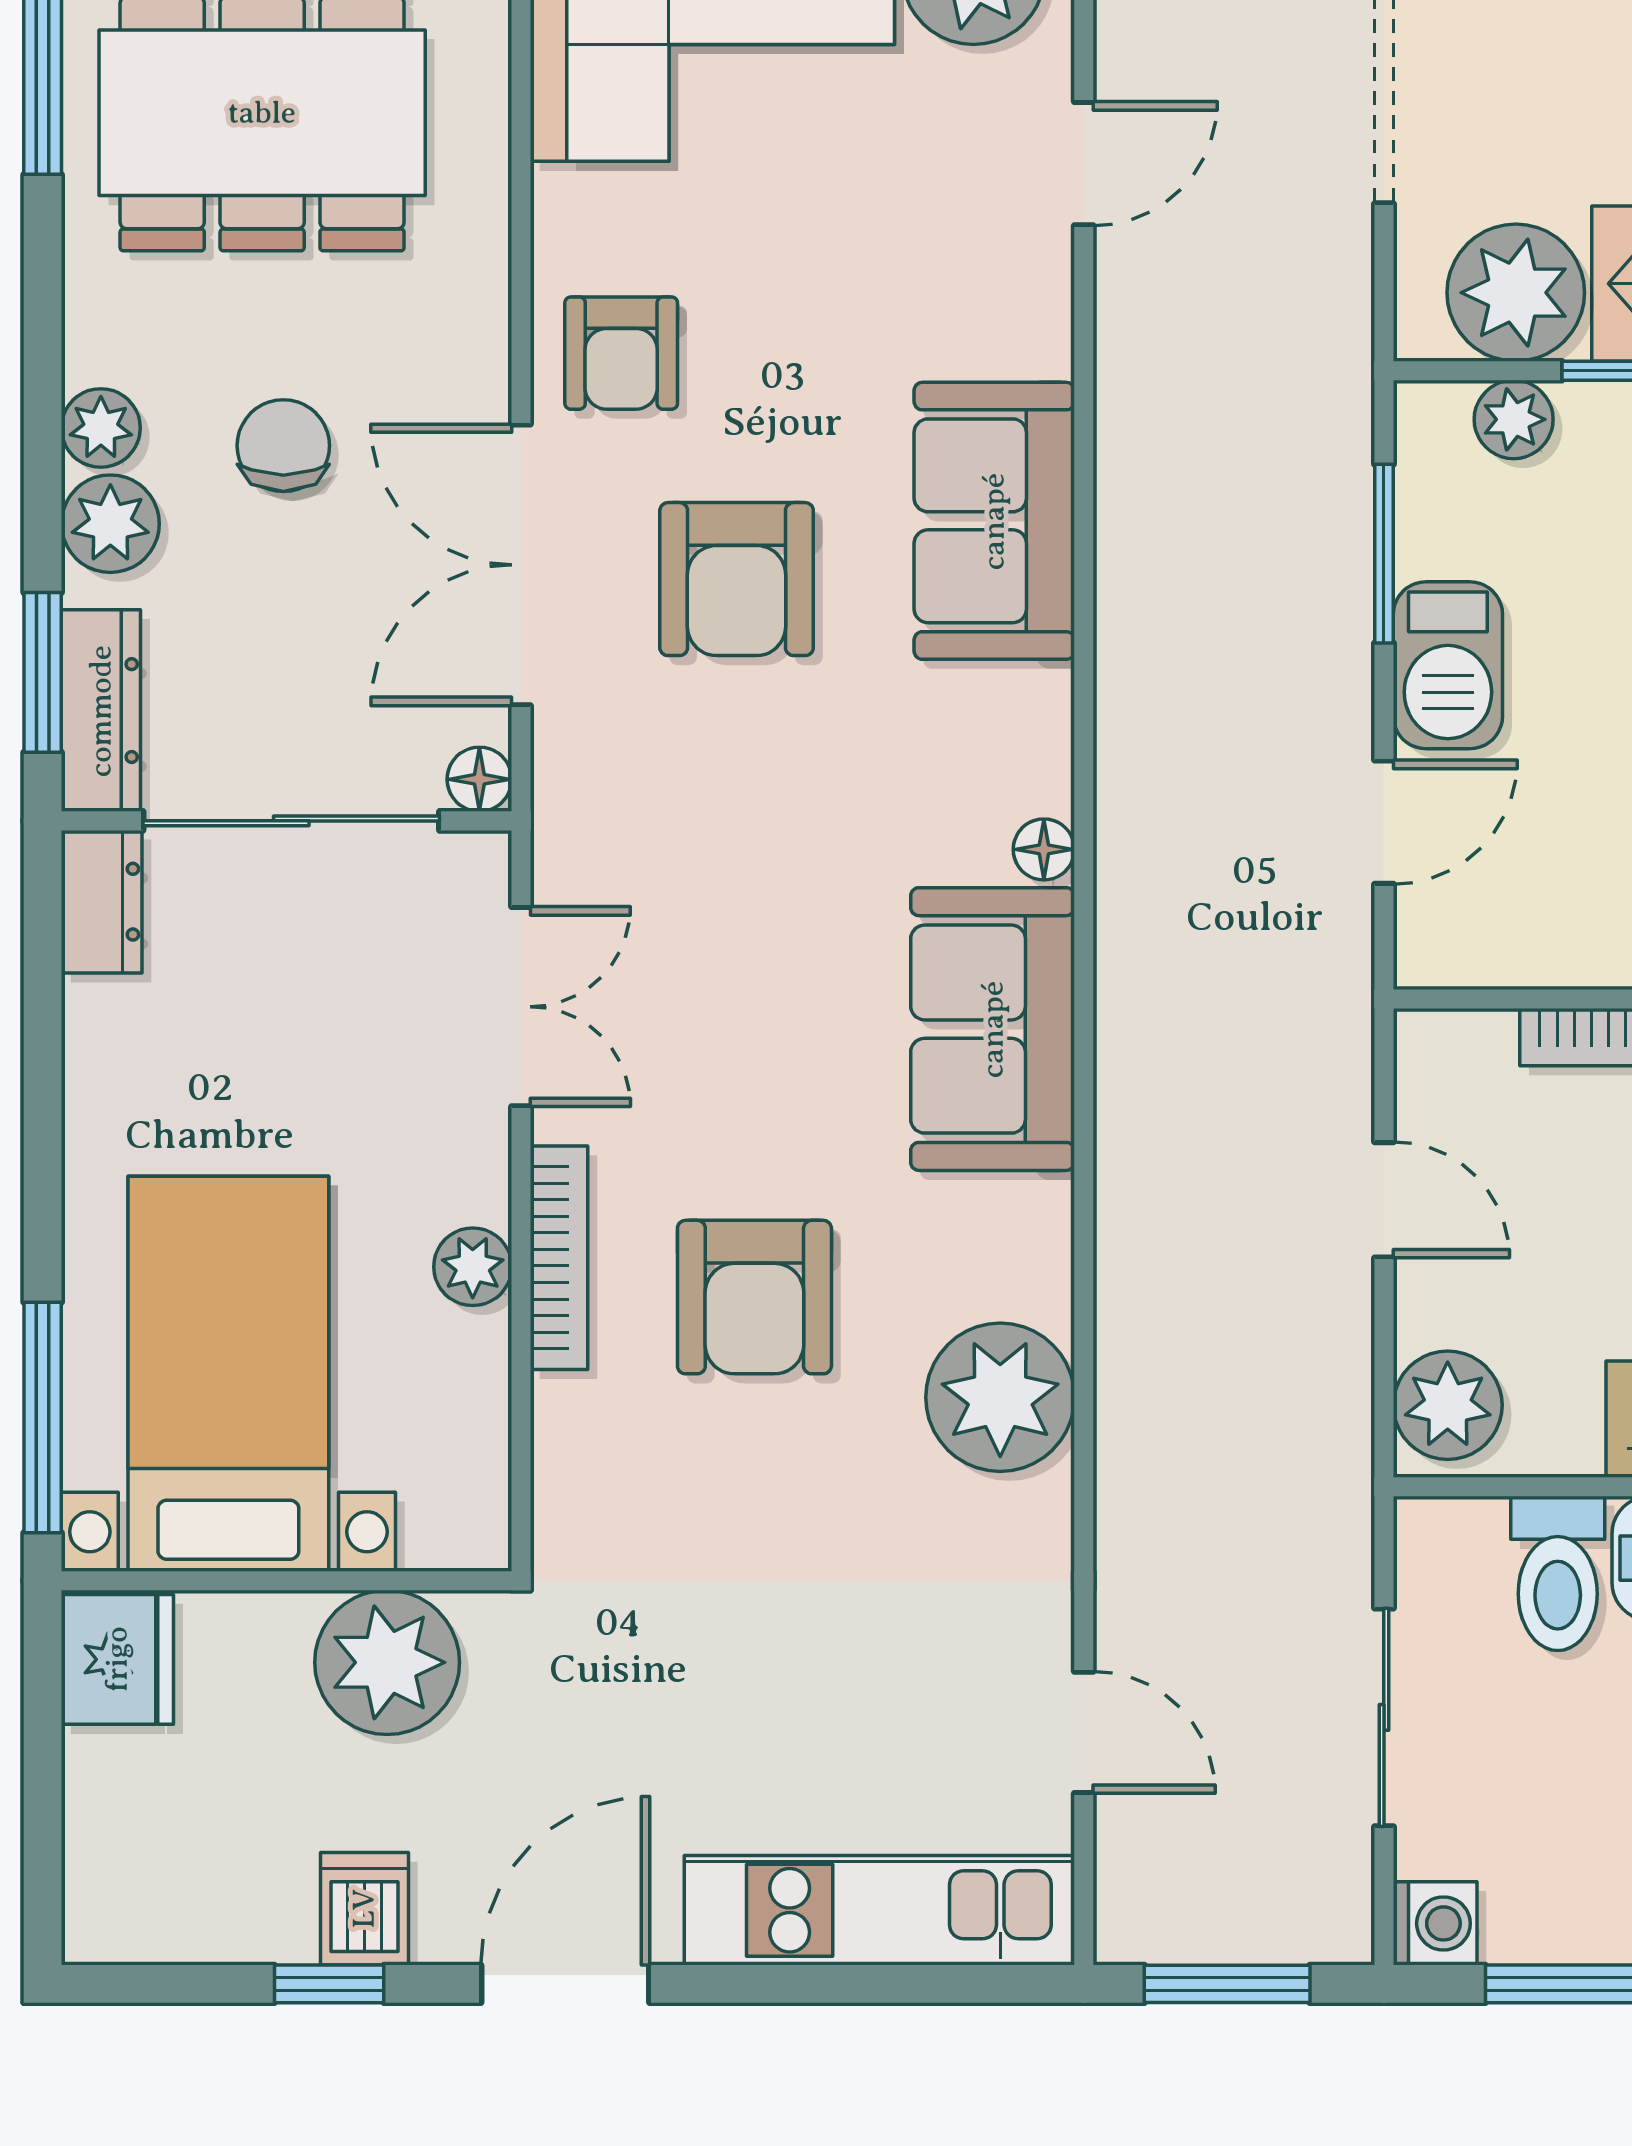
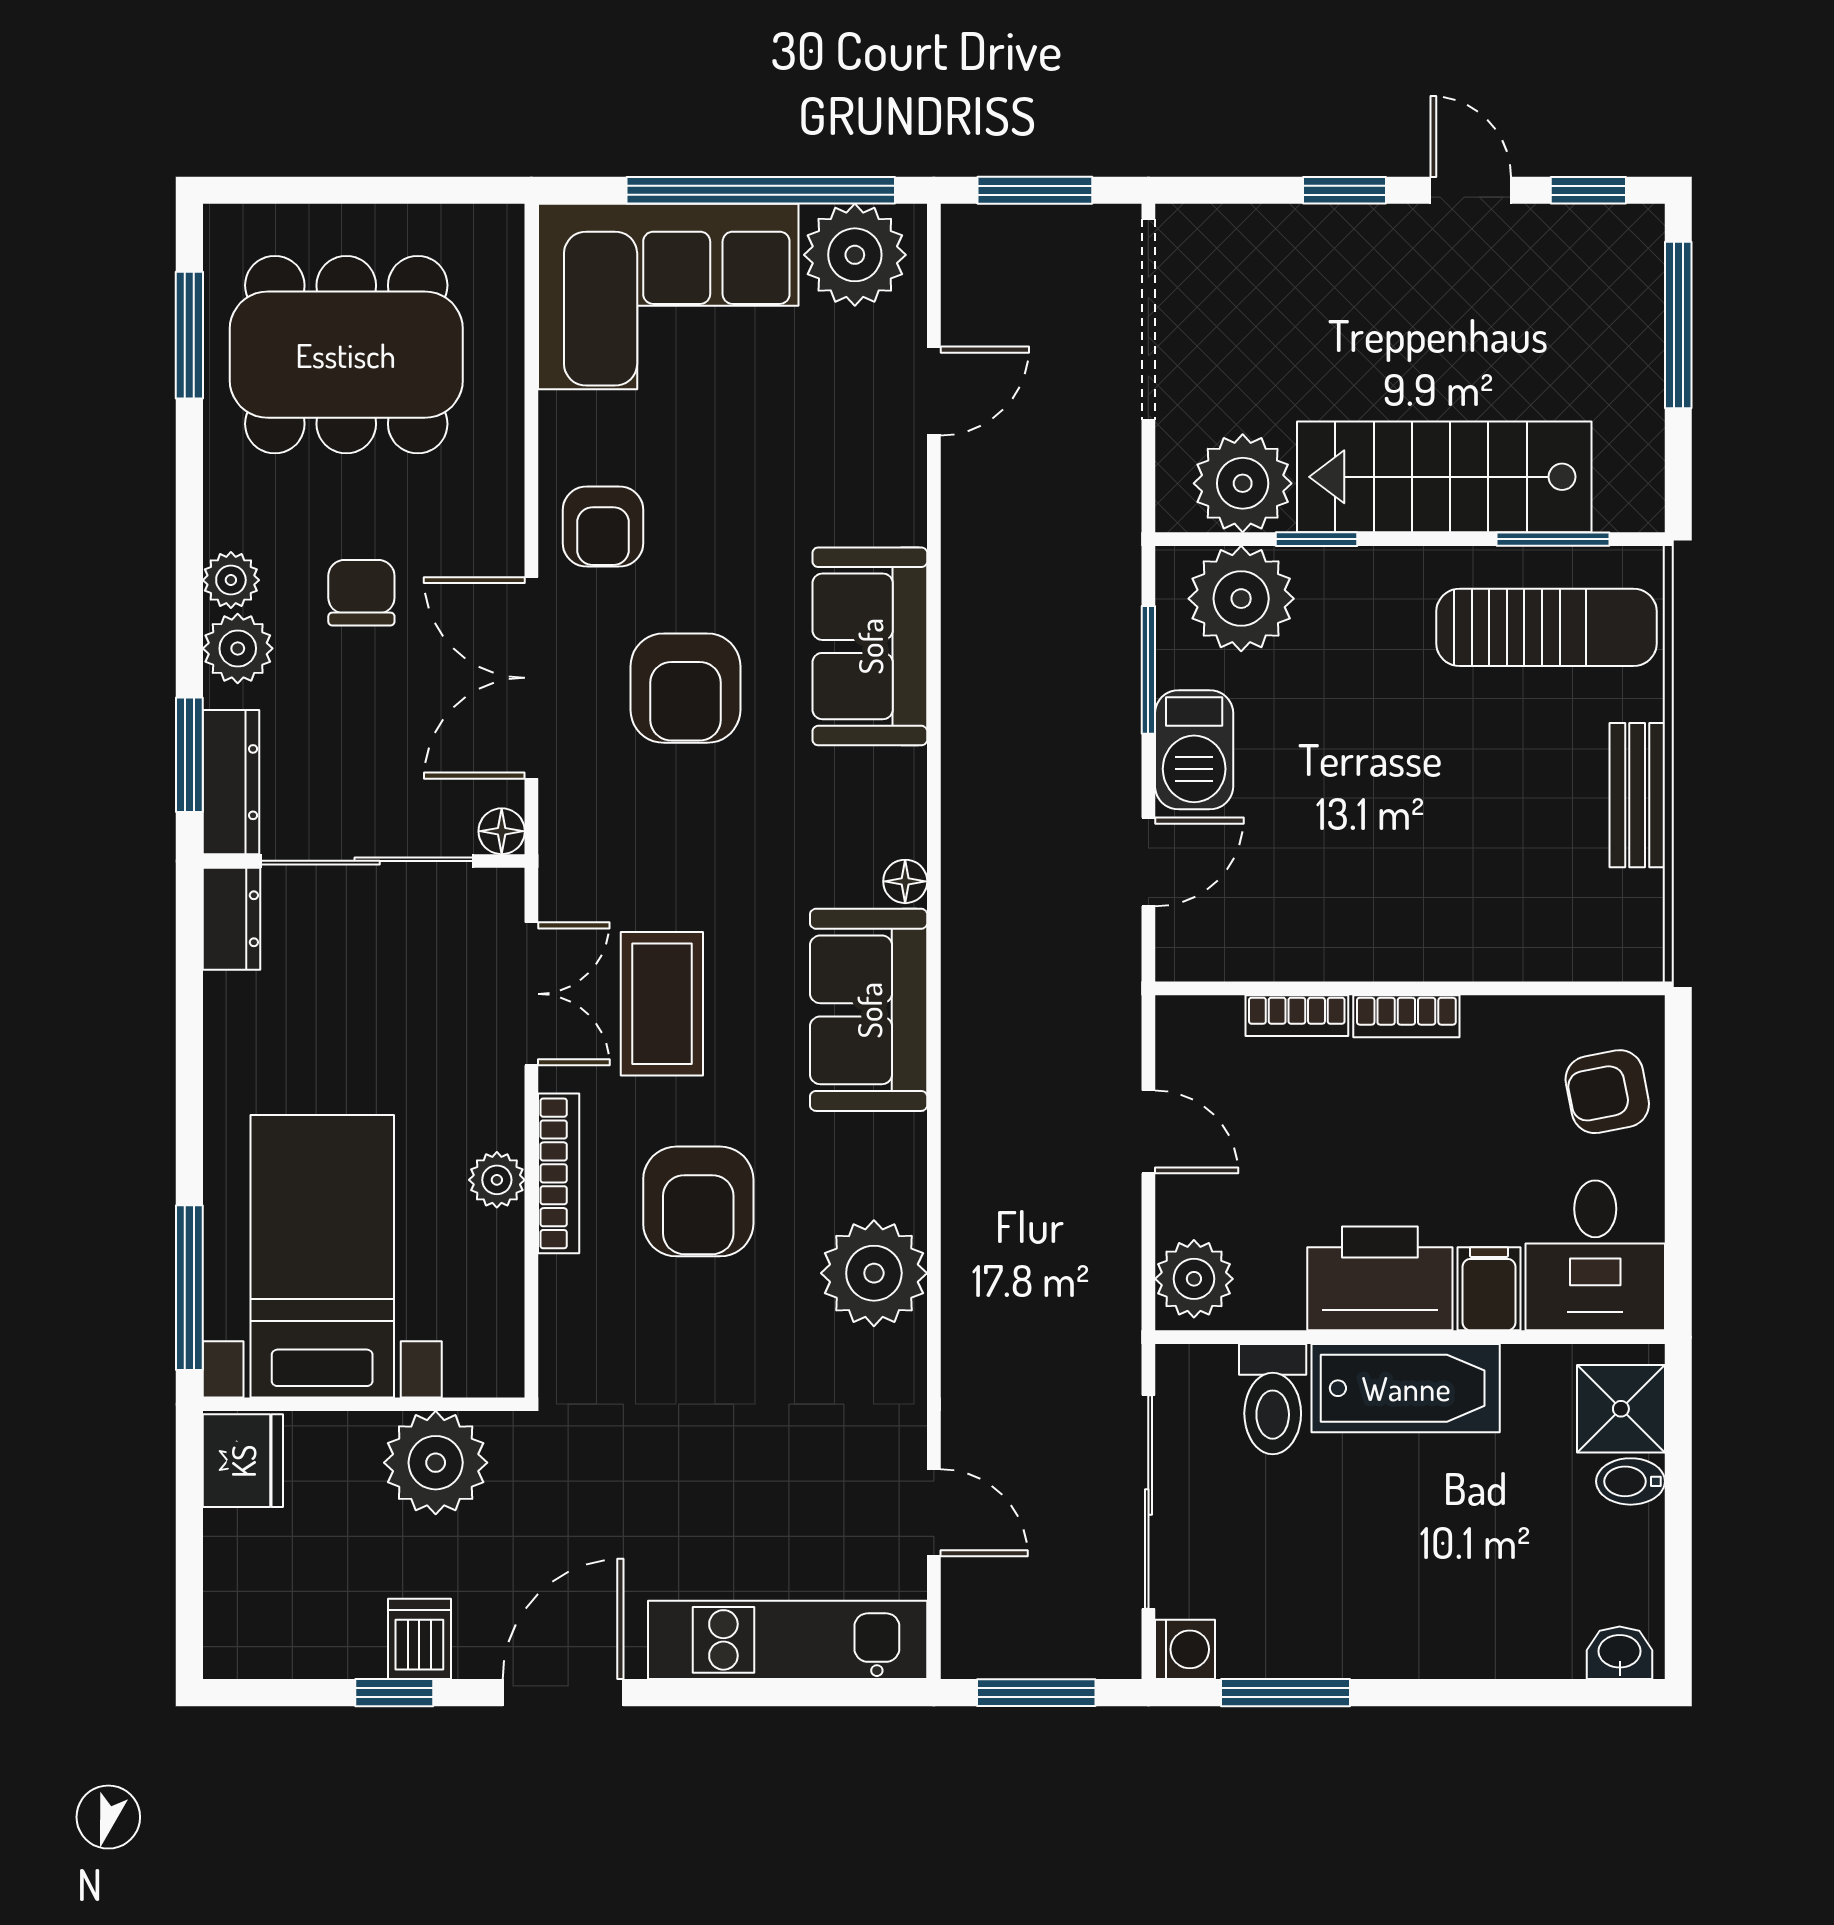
plant: (1514, 419) -> (1241, 599), width x1.87, depth x1.87
coffee table: (704, 1021) -> (662, 1004), added
sliding door: (1384, 1717) -> (1148, 1502), width x1.37

